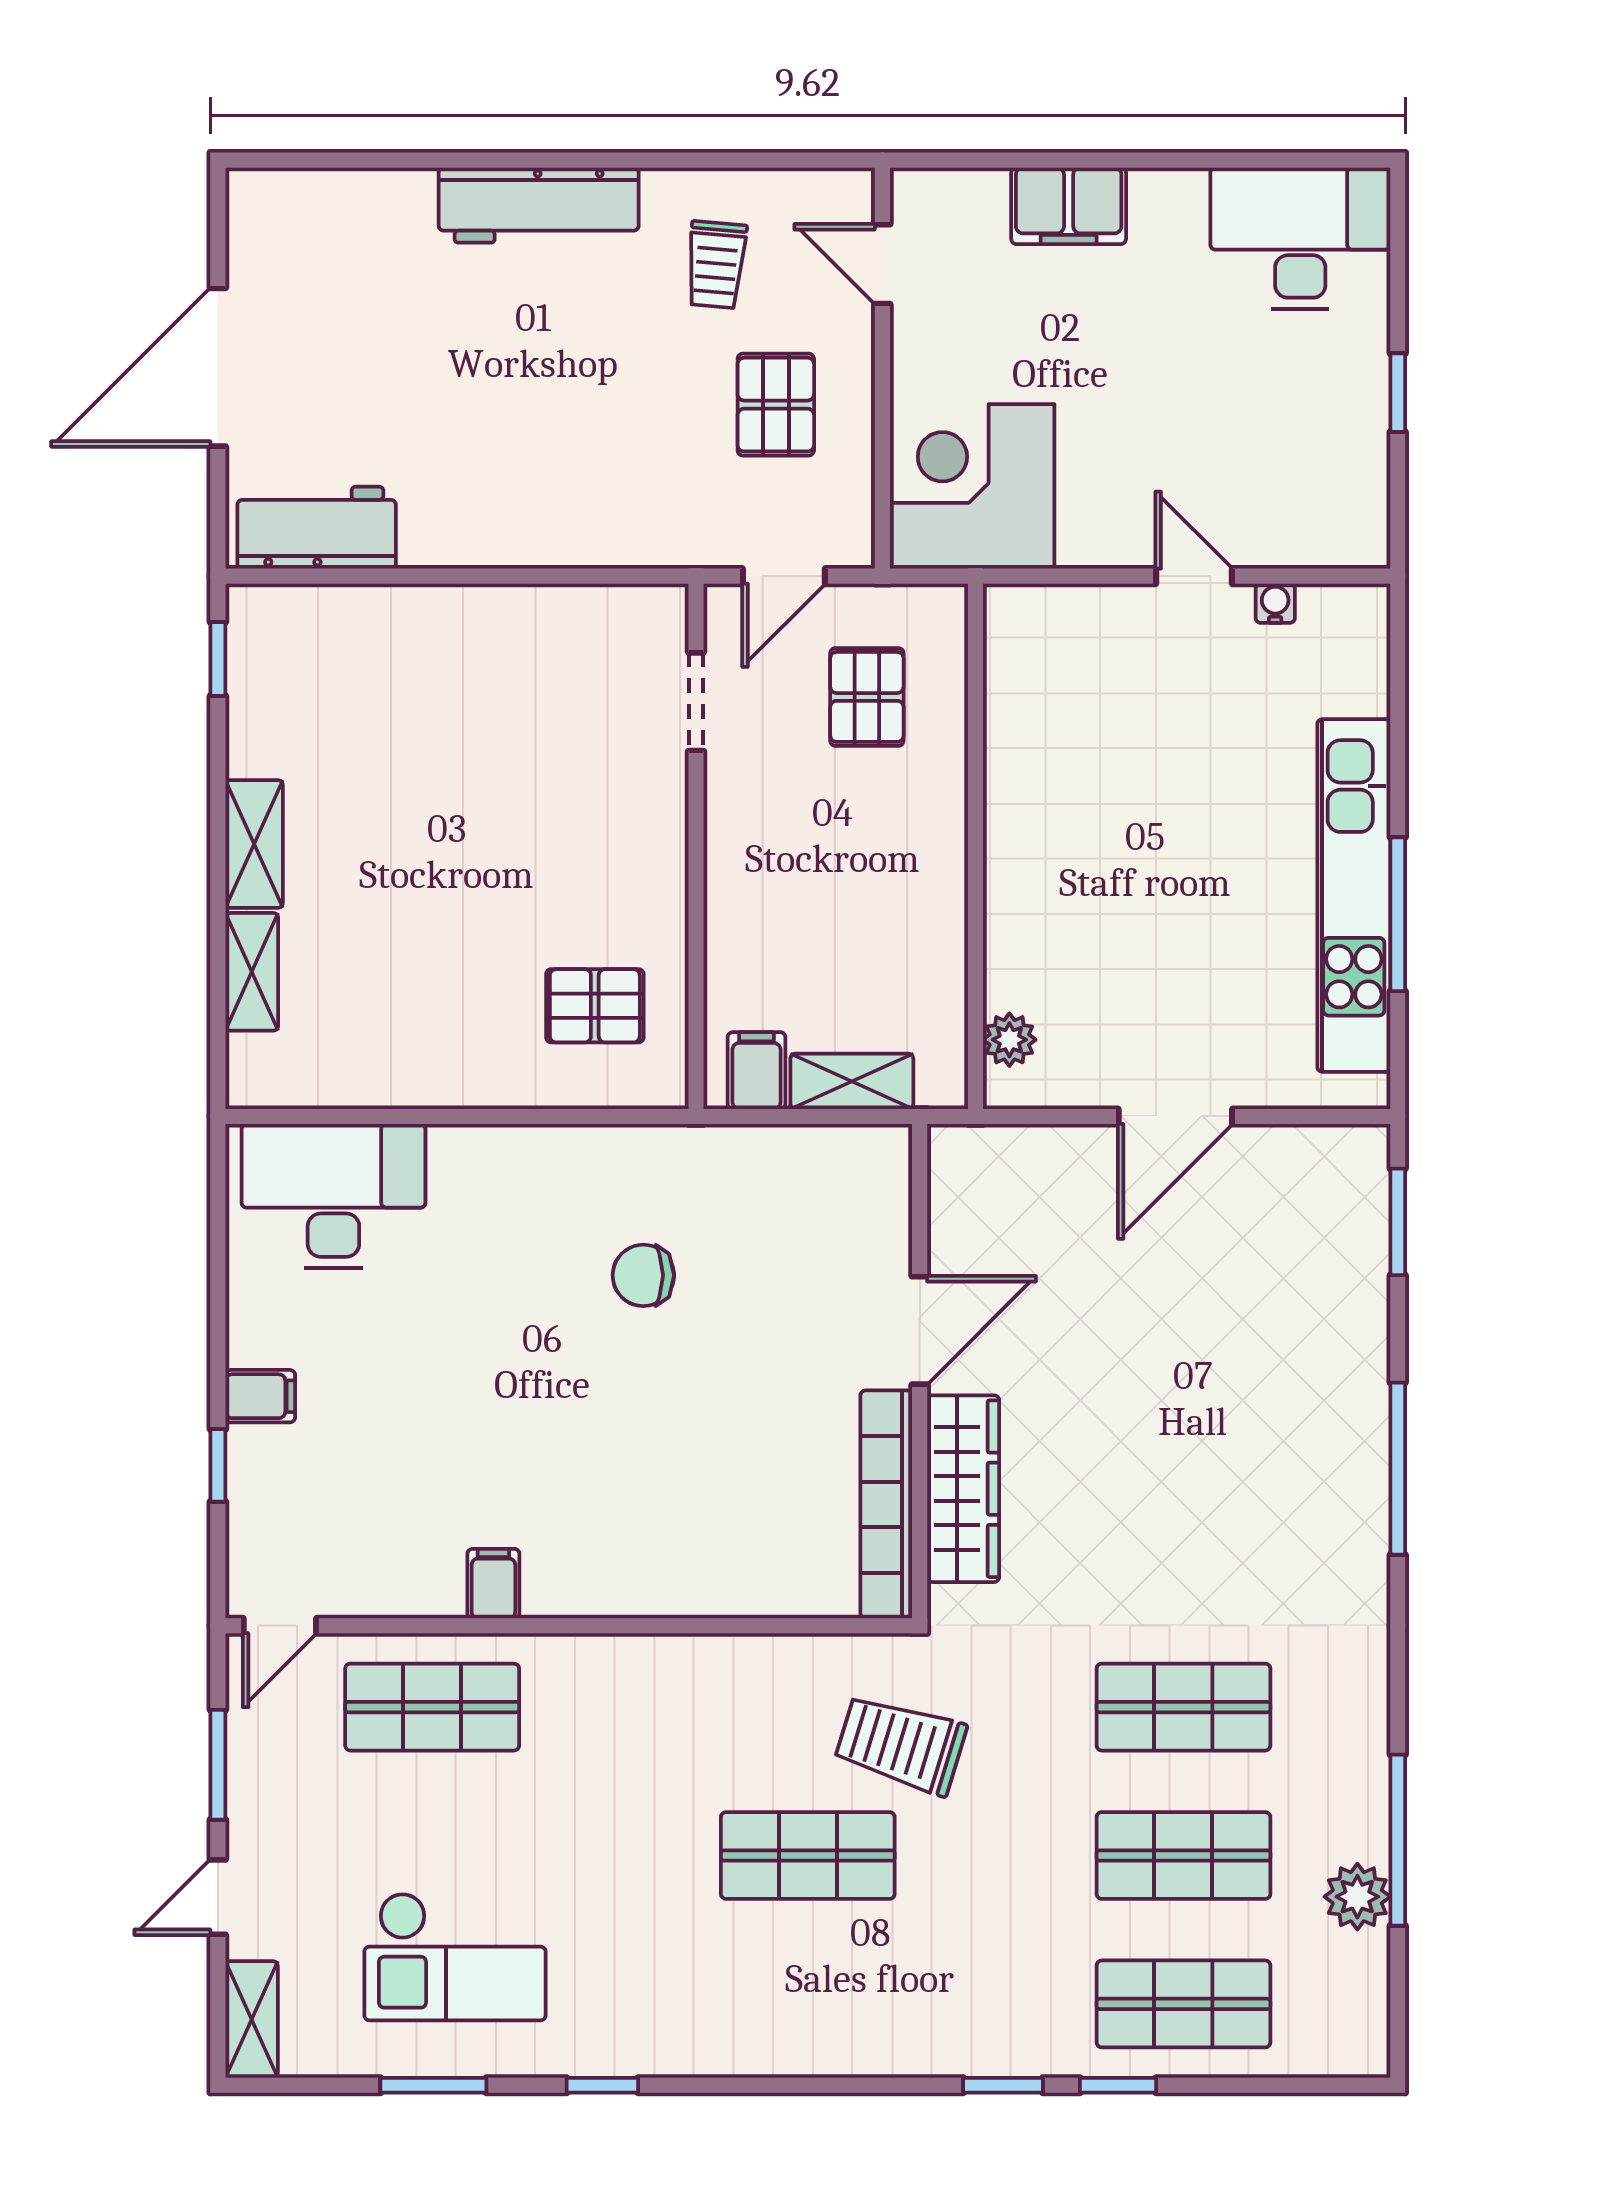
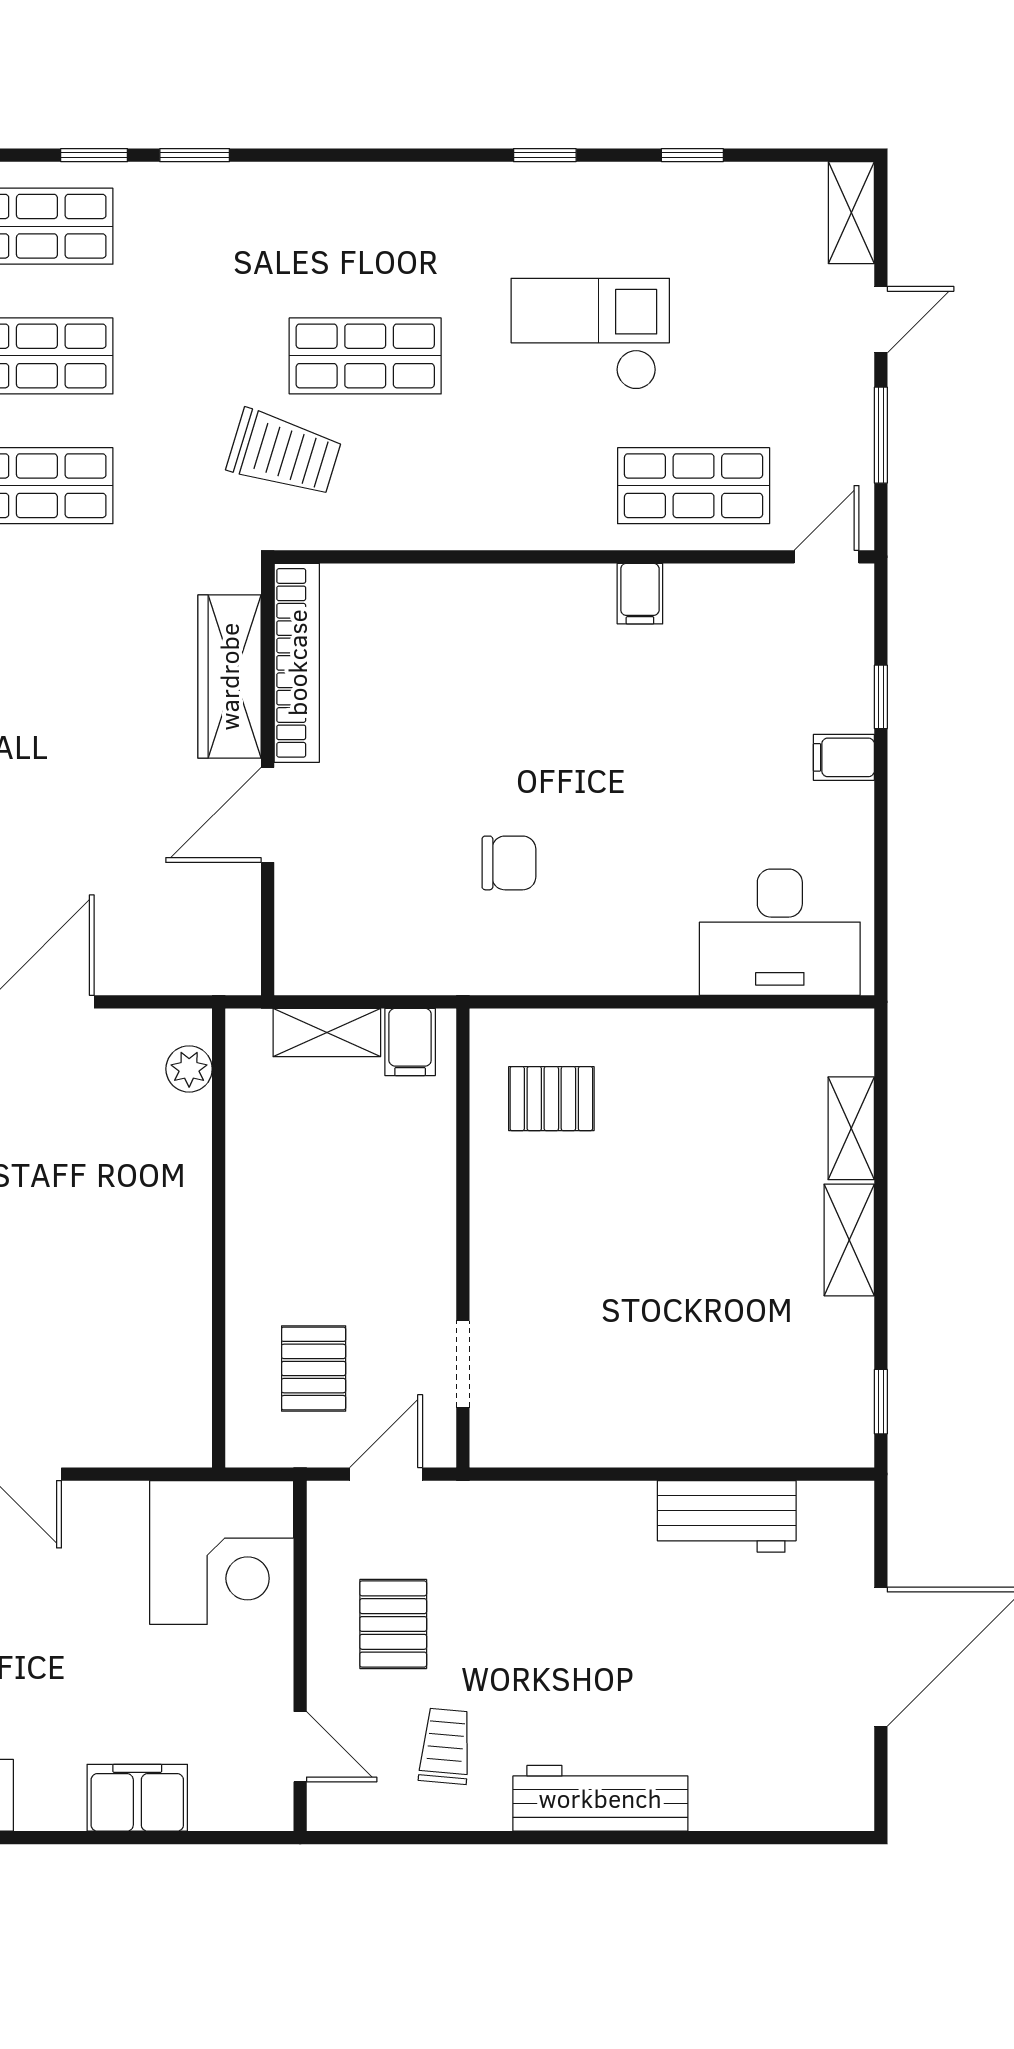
workbench: (317, 528) -> (727, 1516), moved
checkout: (455, 1957) -> (590, 334), moved
window: (433, 2085) -> (692, 155), width x0.67

